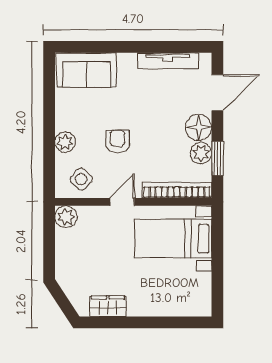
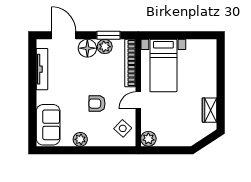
plant: (65, 142) -> (80, 139), moved
door: (122, 202) -> (138, 100), hinge flipped

